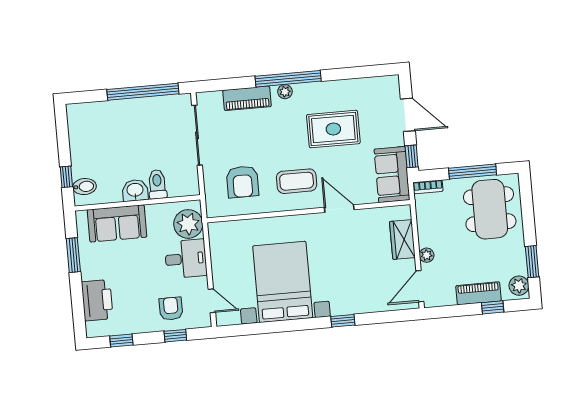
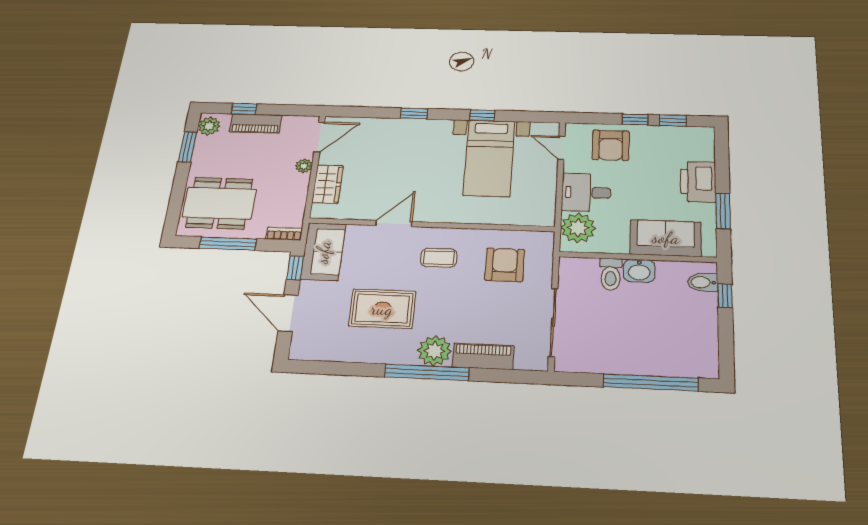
window: (143, 92) -> (651, 383), moved
plant: (285, 92) -> (434, 351), width x1.88, depth x1.88
coffee table: (297, 181) -> (439, 258), width x0.73, depth x0.77
door: (339, 209) -> (394, 223), swing flipped
dining table: (490, 209) -> (219, 203), turned 90
bed with nightstands: (283, 282) -> (489, 158), width x0.73
printer: (97, 300) -> (698, 182), moved
armchair: (171, 309) -> (611, 145), width x1.38, depth x1.38
window: (284, 326) -> (482, 115), added
window: (175, 336) -> (635, 119), moved

